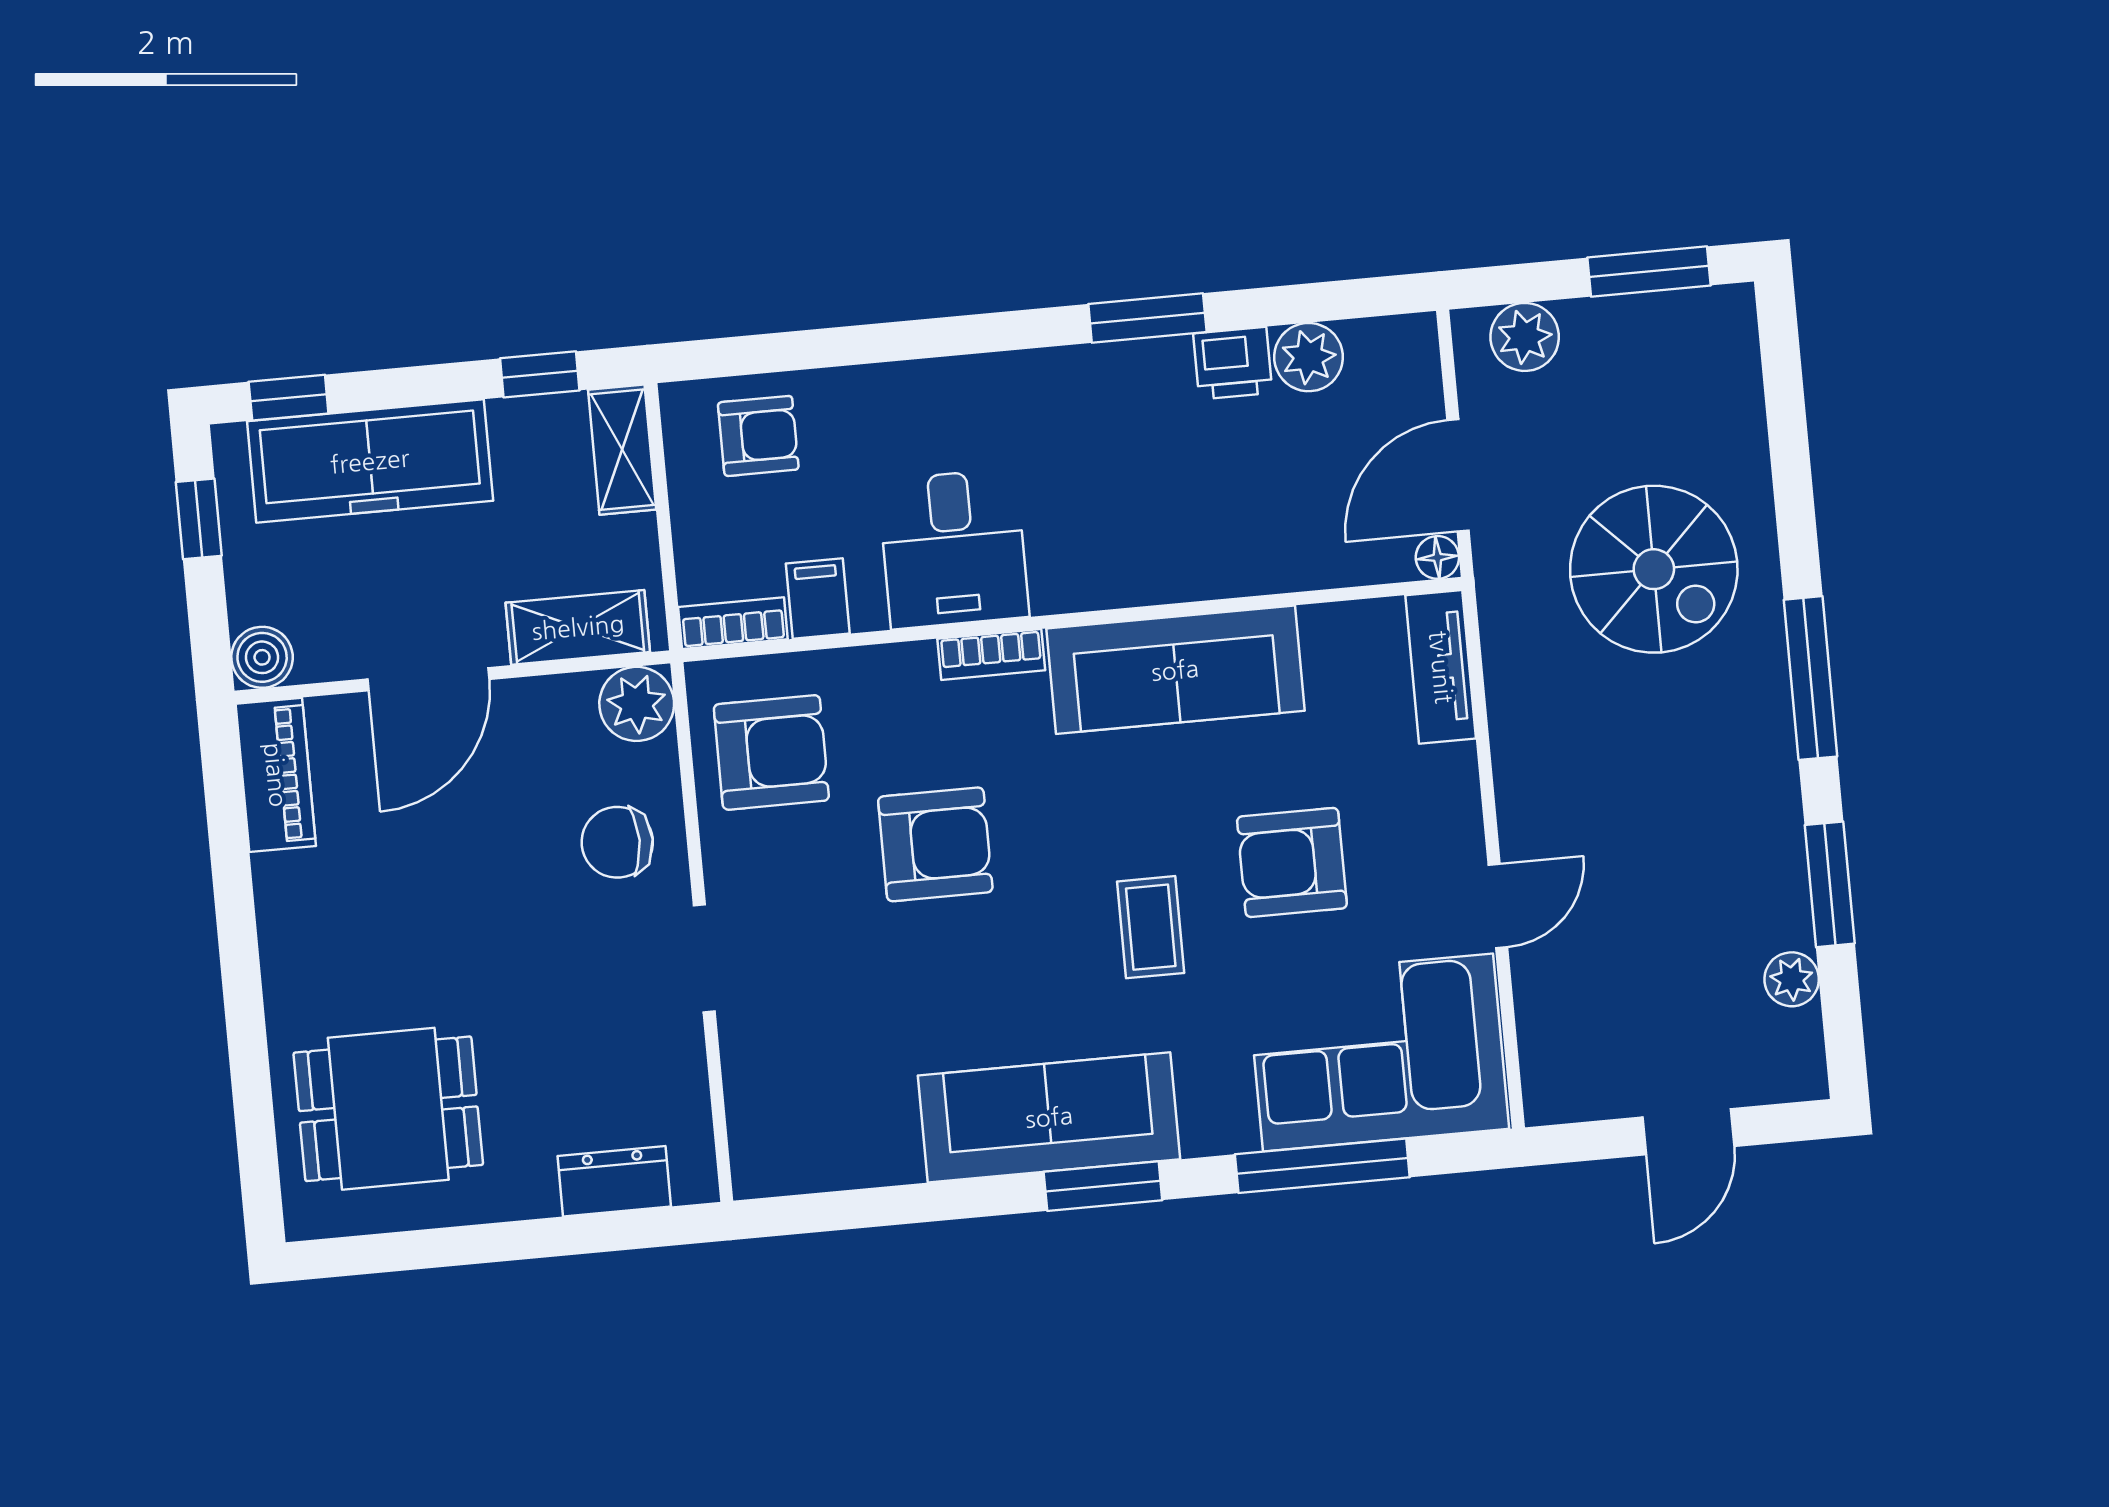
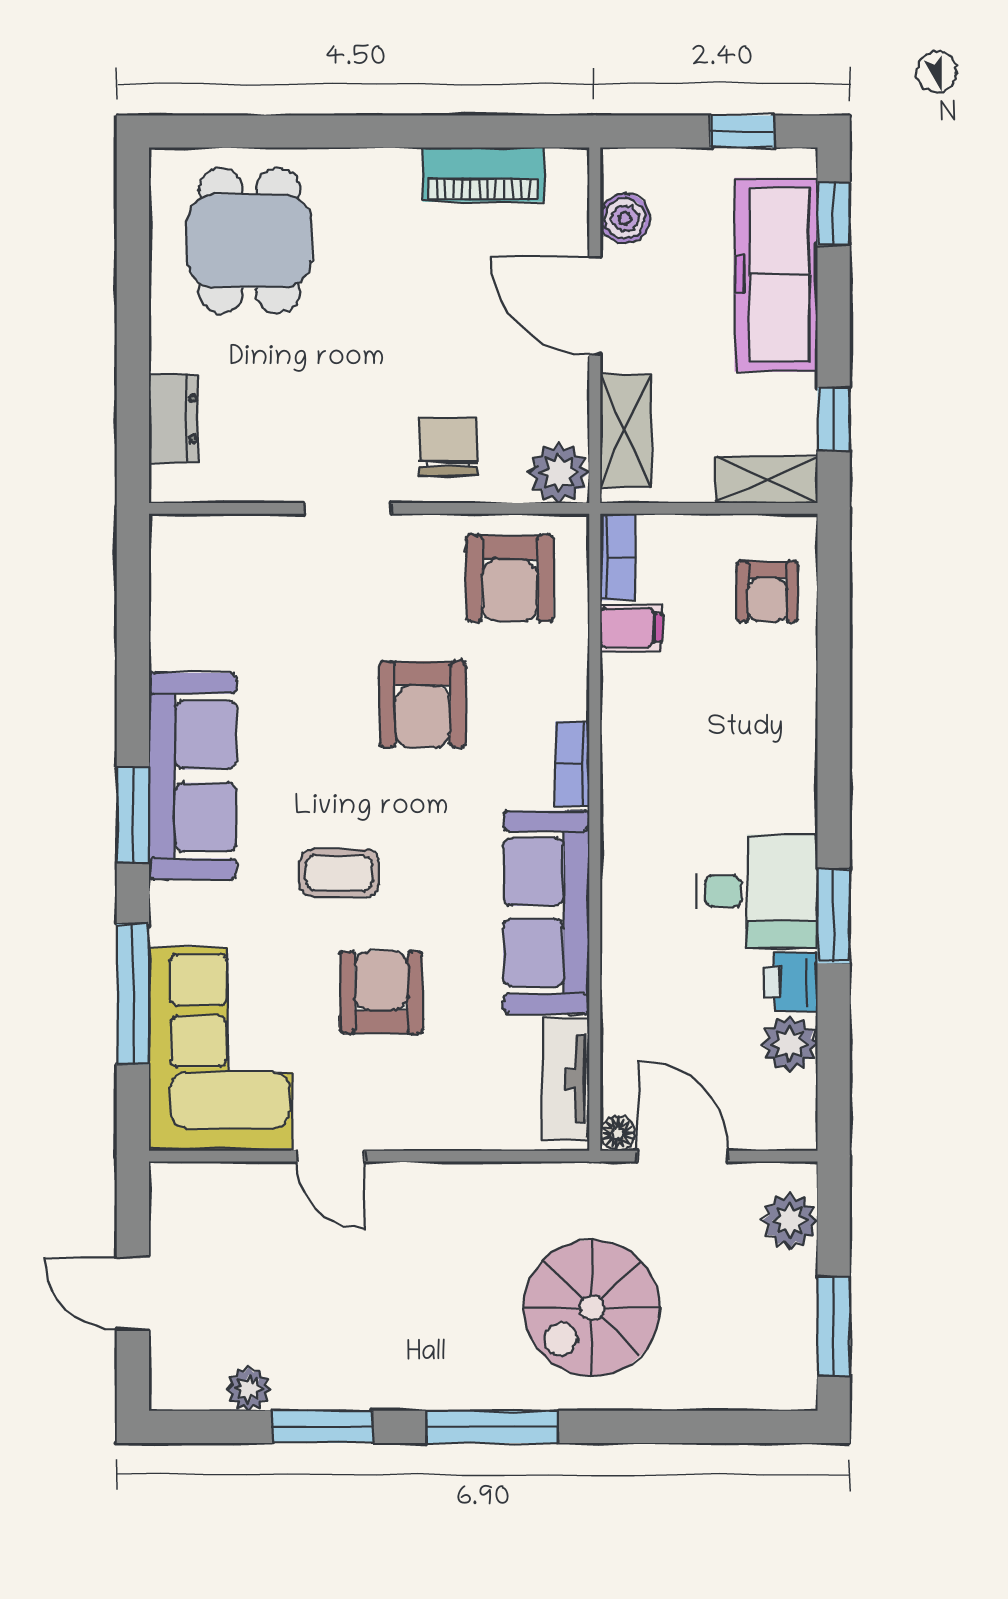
desk: (953, 549) -> (757, 891), moved, turned 180
boiler: (262, 657) -> (625, 218), moved
tv unit: (1441, 667) -> (566, 1079), moved, turned -90
piano: (276, 775) -> (483, 175), moved

